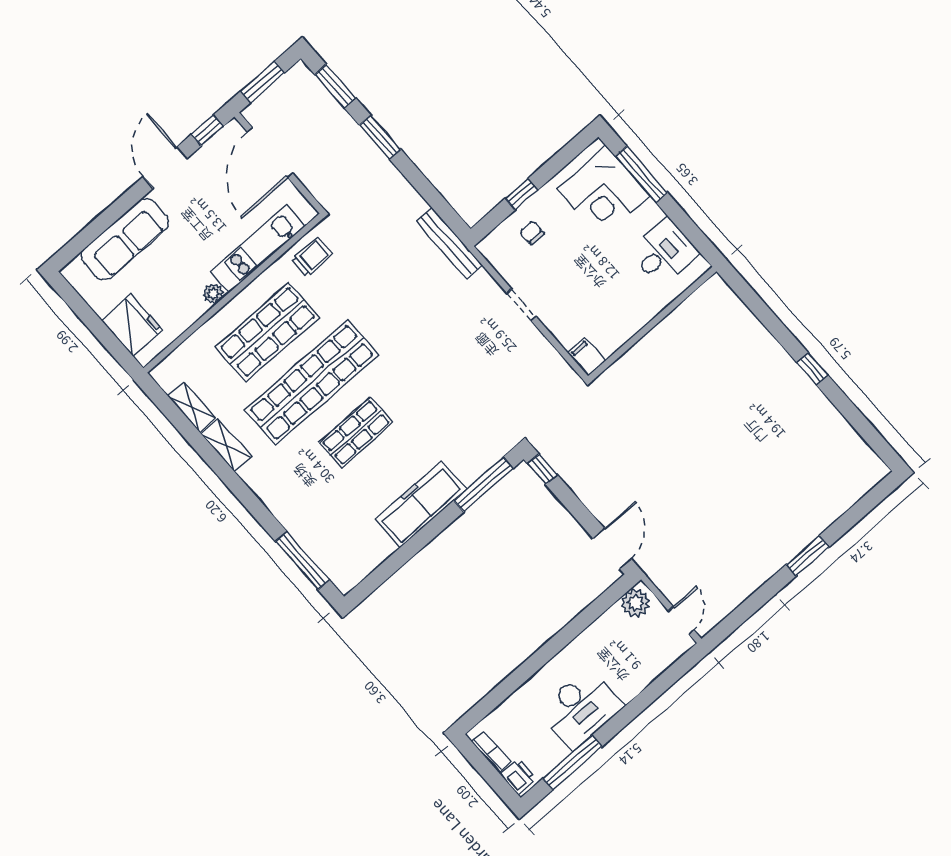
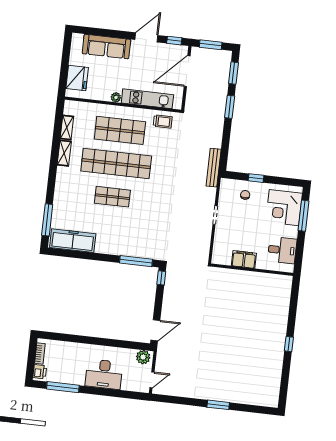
filing cabinet: (587, 357) -> (244, 259), moved, width x2.00
freezer: (421, 504) -> (73, 241), moved
desk: (581, 708) -> (104, 374), moved

